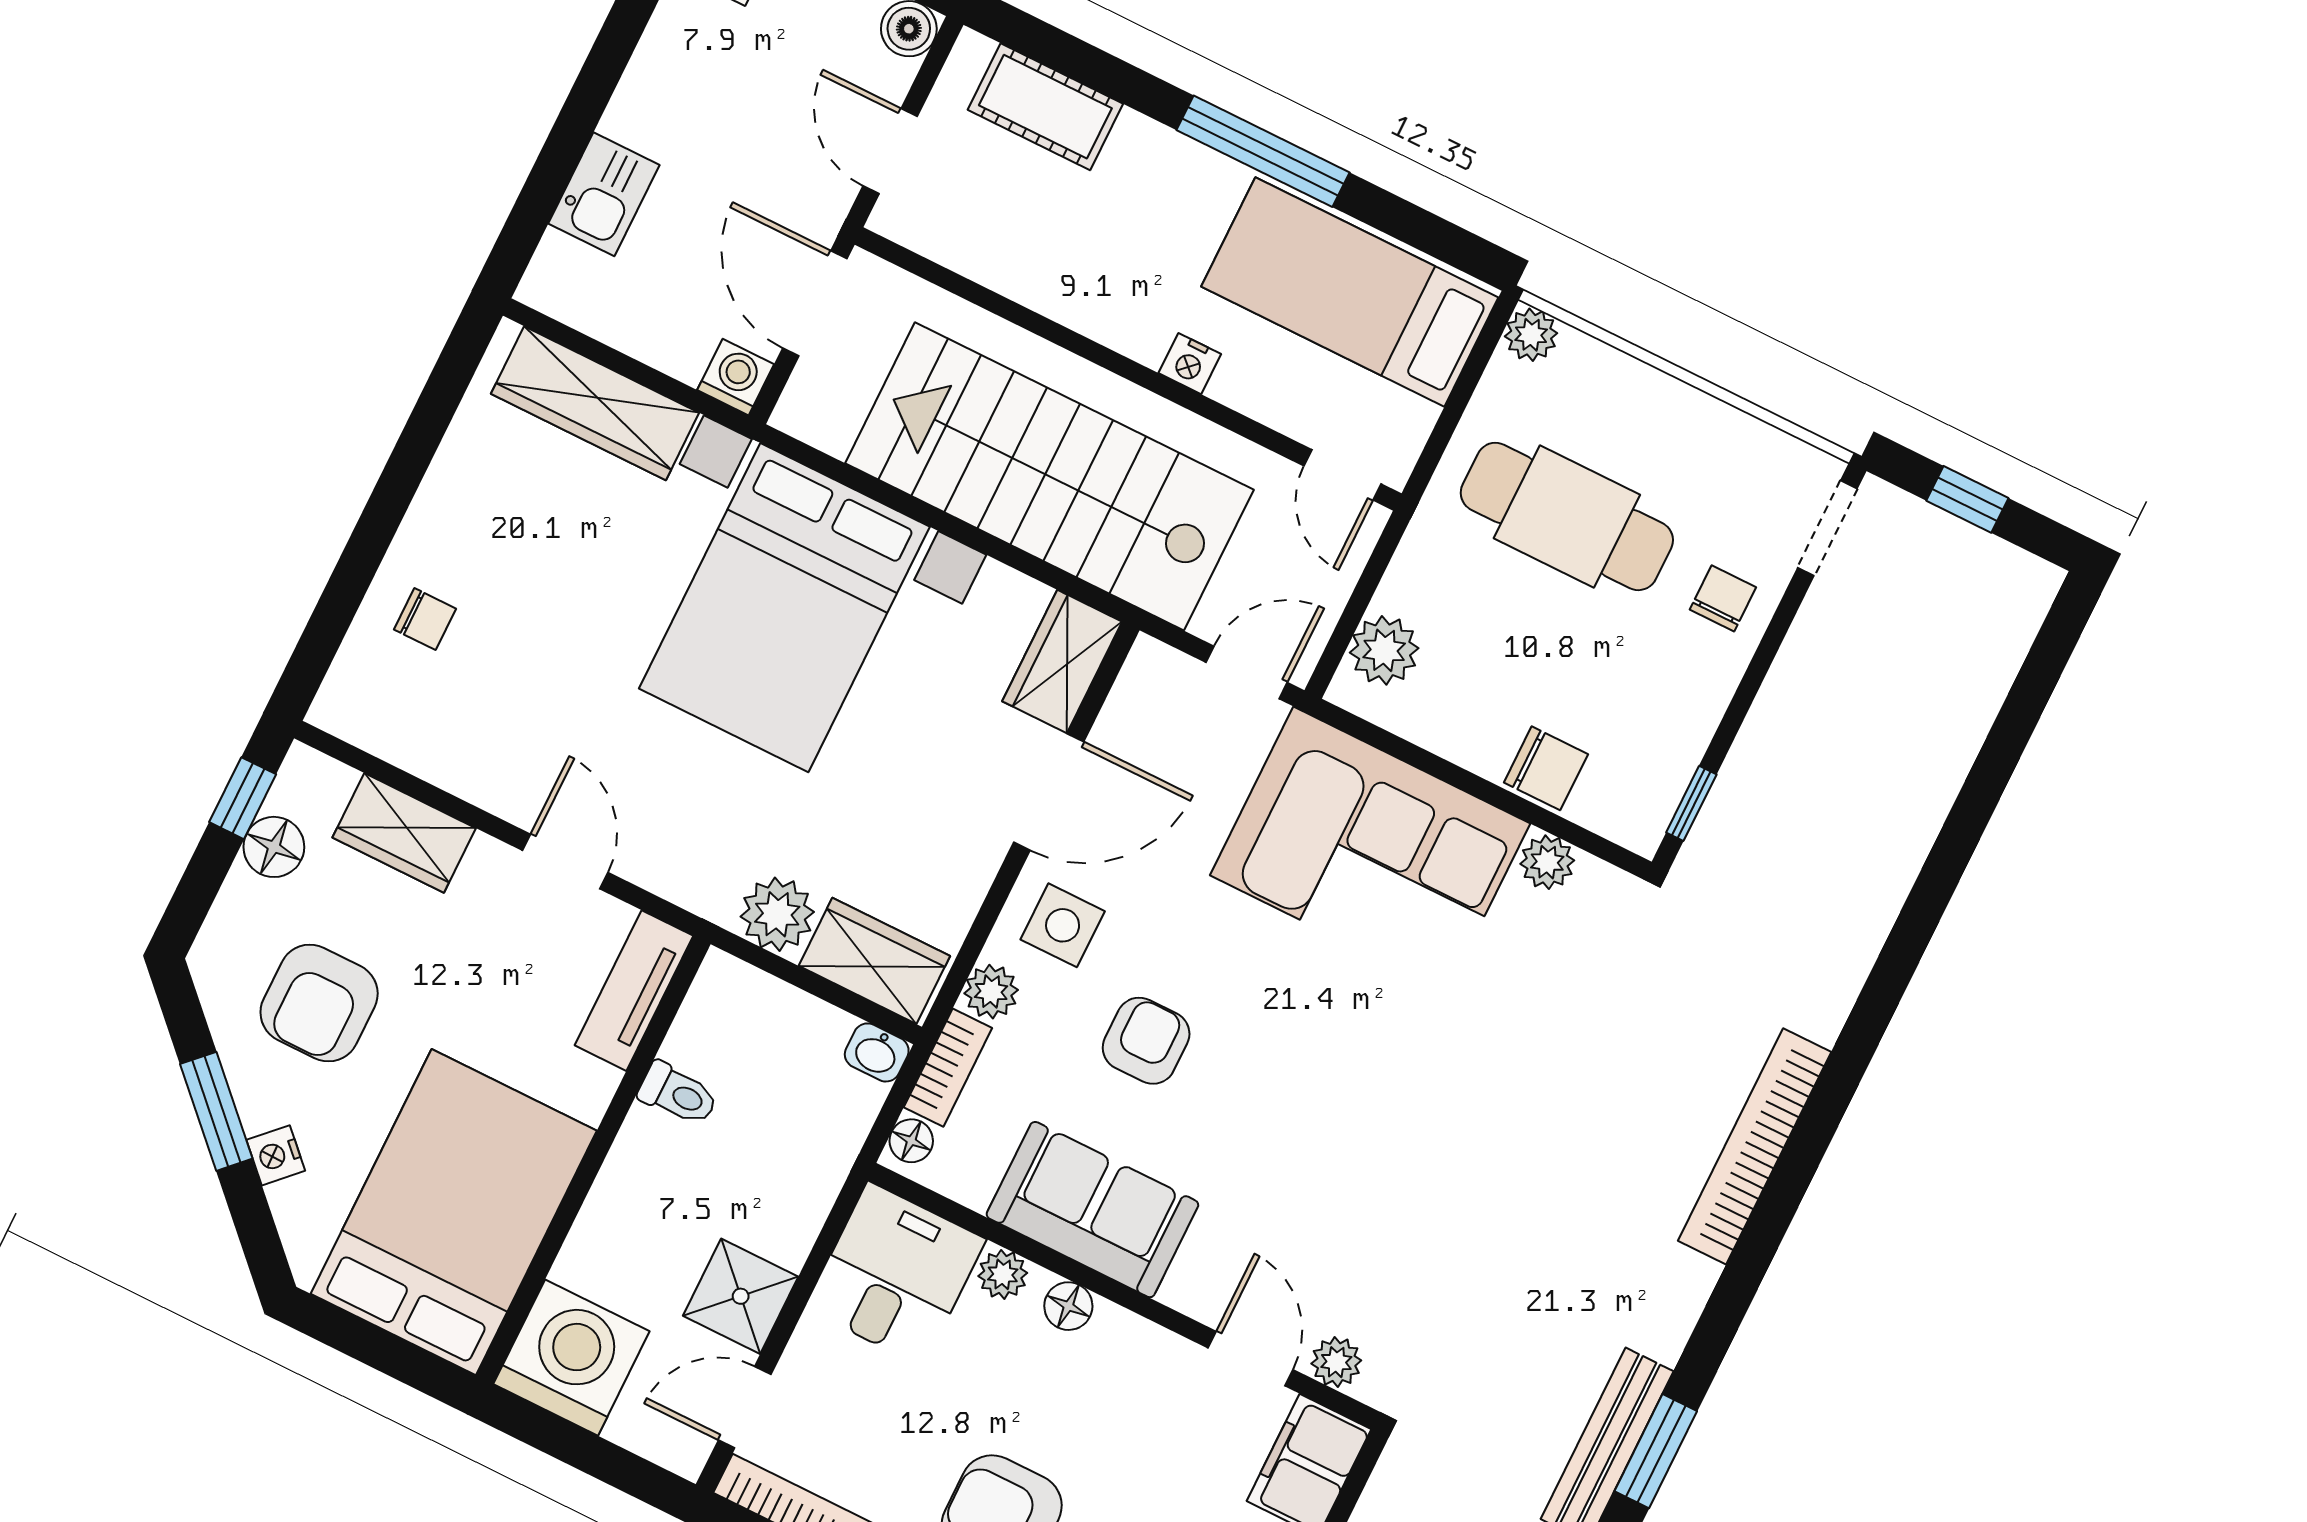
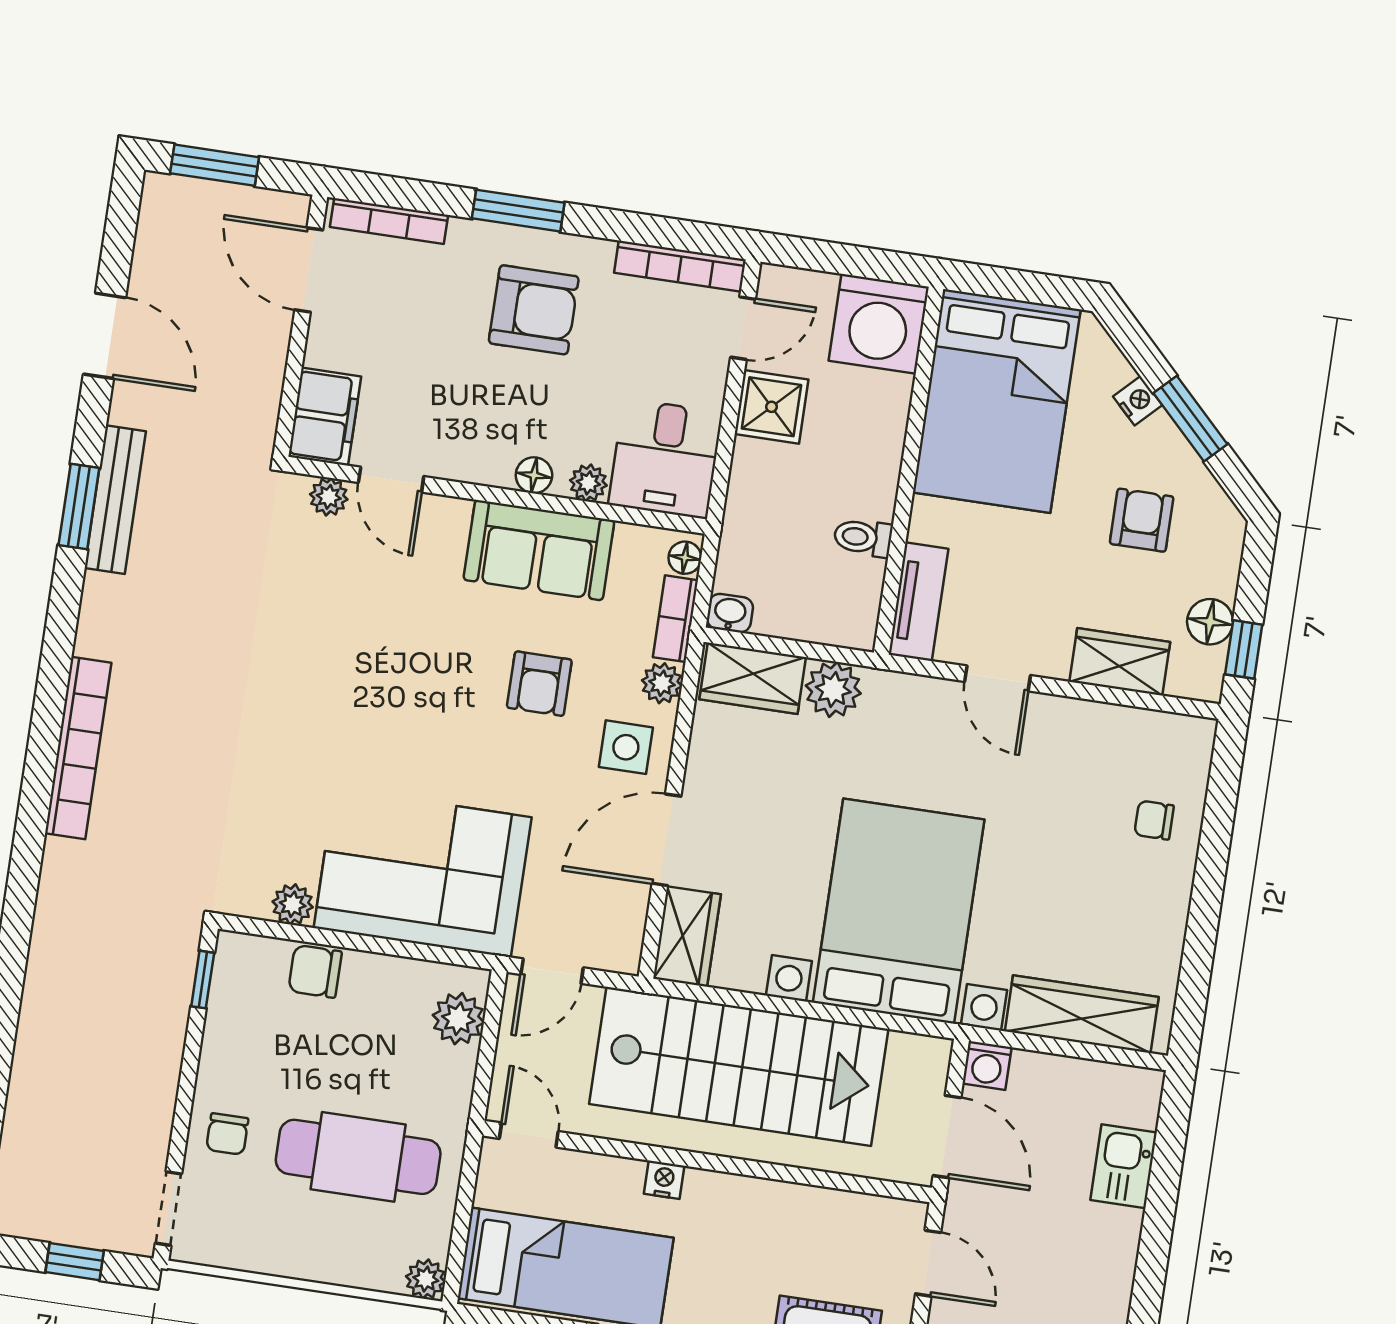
armchair: (319, 1003) -> (1142, 520), width x0.72, depth x0.72

